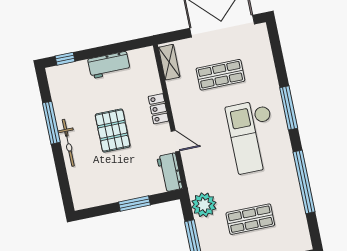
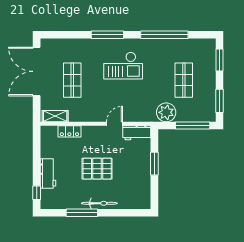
workbench: (109, 65) -> (48, 174), moved
locker: (158, 109) -> (69, 131), moved
checkout: (253, 137) -> (123, 66), width x0.73, depth x0.83

